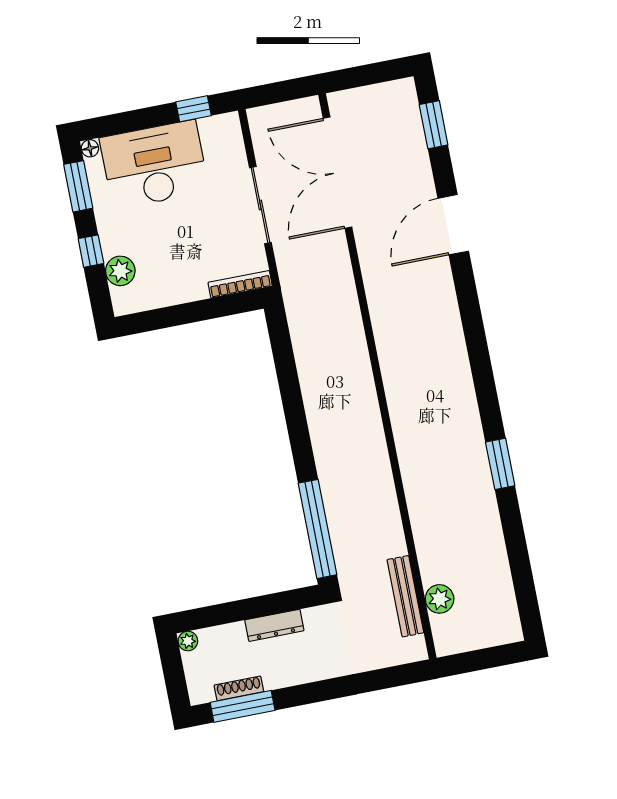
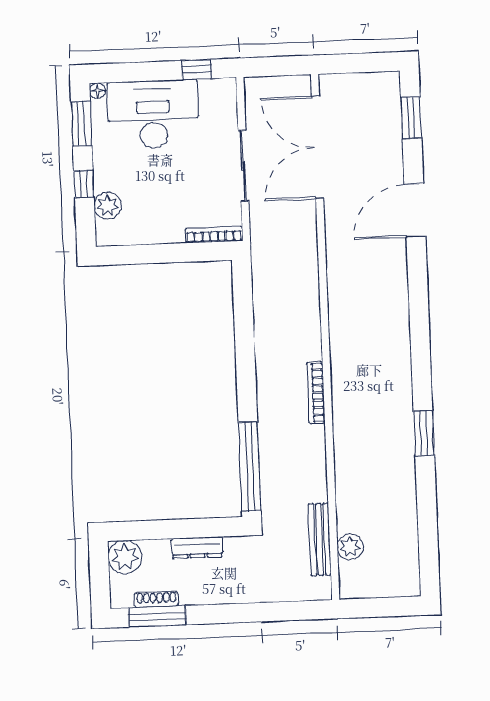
bookcase: (377, 438) -> (316, 393), added
plant: (188, 641) -> (125, 557), width x1.88, depth x1.88

